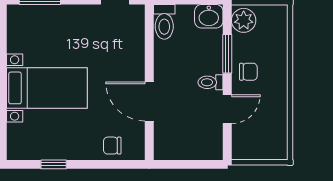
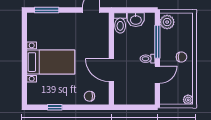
washbasin: (209, 16) -> (136, 20), moved
window: (227, 54) -> (157, 42), width x1.44
chair: (248, 72) -> (181, 57), moved
plant: (279, 152) -> (188, 100), added

